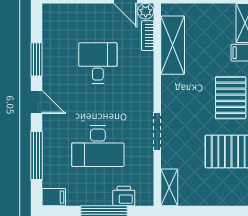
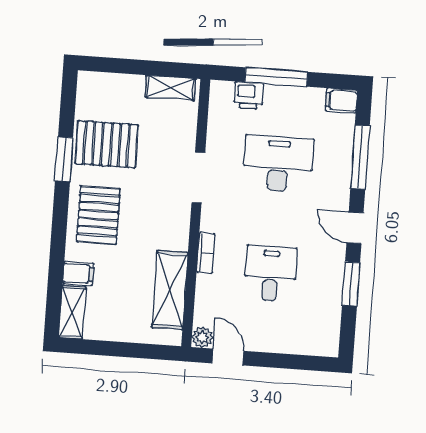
bookcase: (148, 36) -> (206, 253), moved
desk: (98, 63) -> (270, 273), turned 180
shelving: (169, 187) -> (171, 88), moved, turned 90

